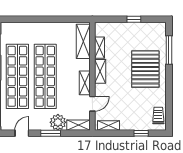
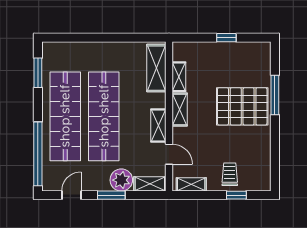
window: (169, 50) -> (275, 95), moved
pallet: (145, 69) -> (242, 106), turned 90
door: (92, 104) -> (169, 154), hinge flipped
trolley: (158, 116) -> (230, 174), moved

